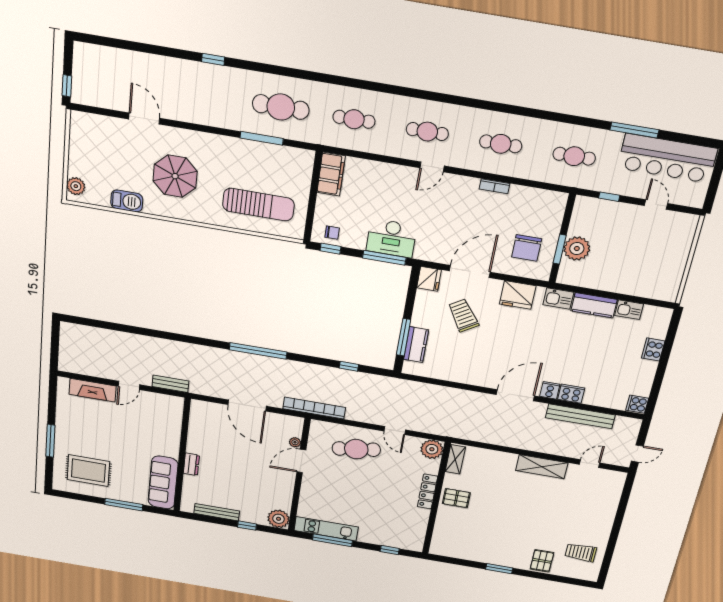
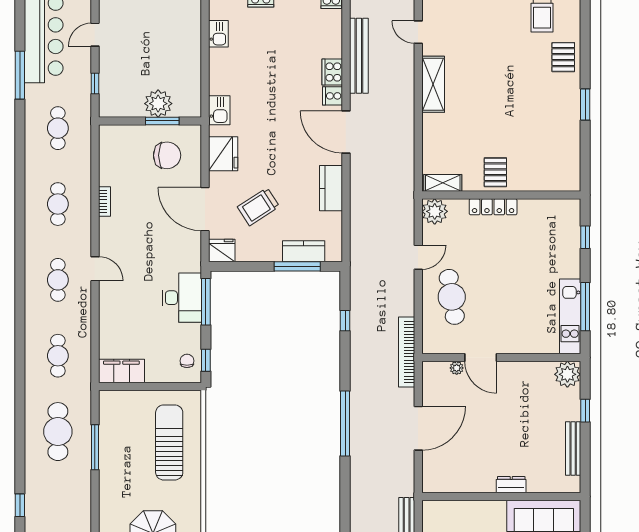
kitchen counter: (594, 305) -> (331, 188), moved, turned 180
pallet: (542, 561) -> (563, 57), turned 90

